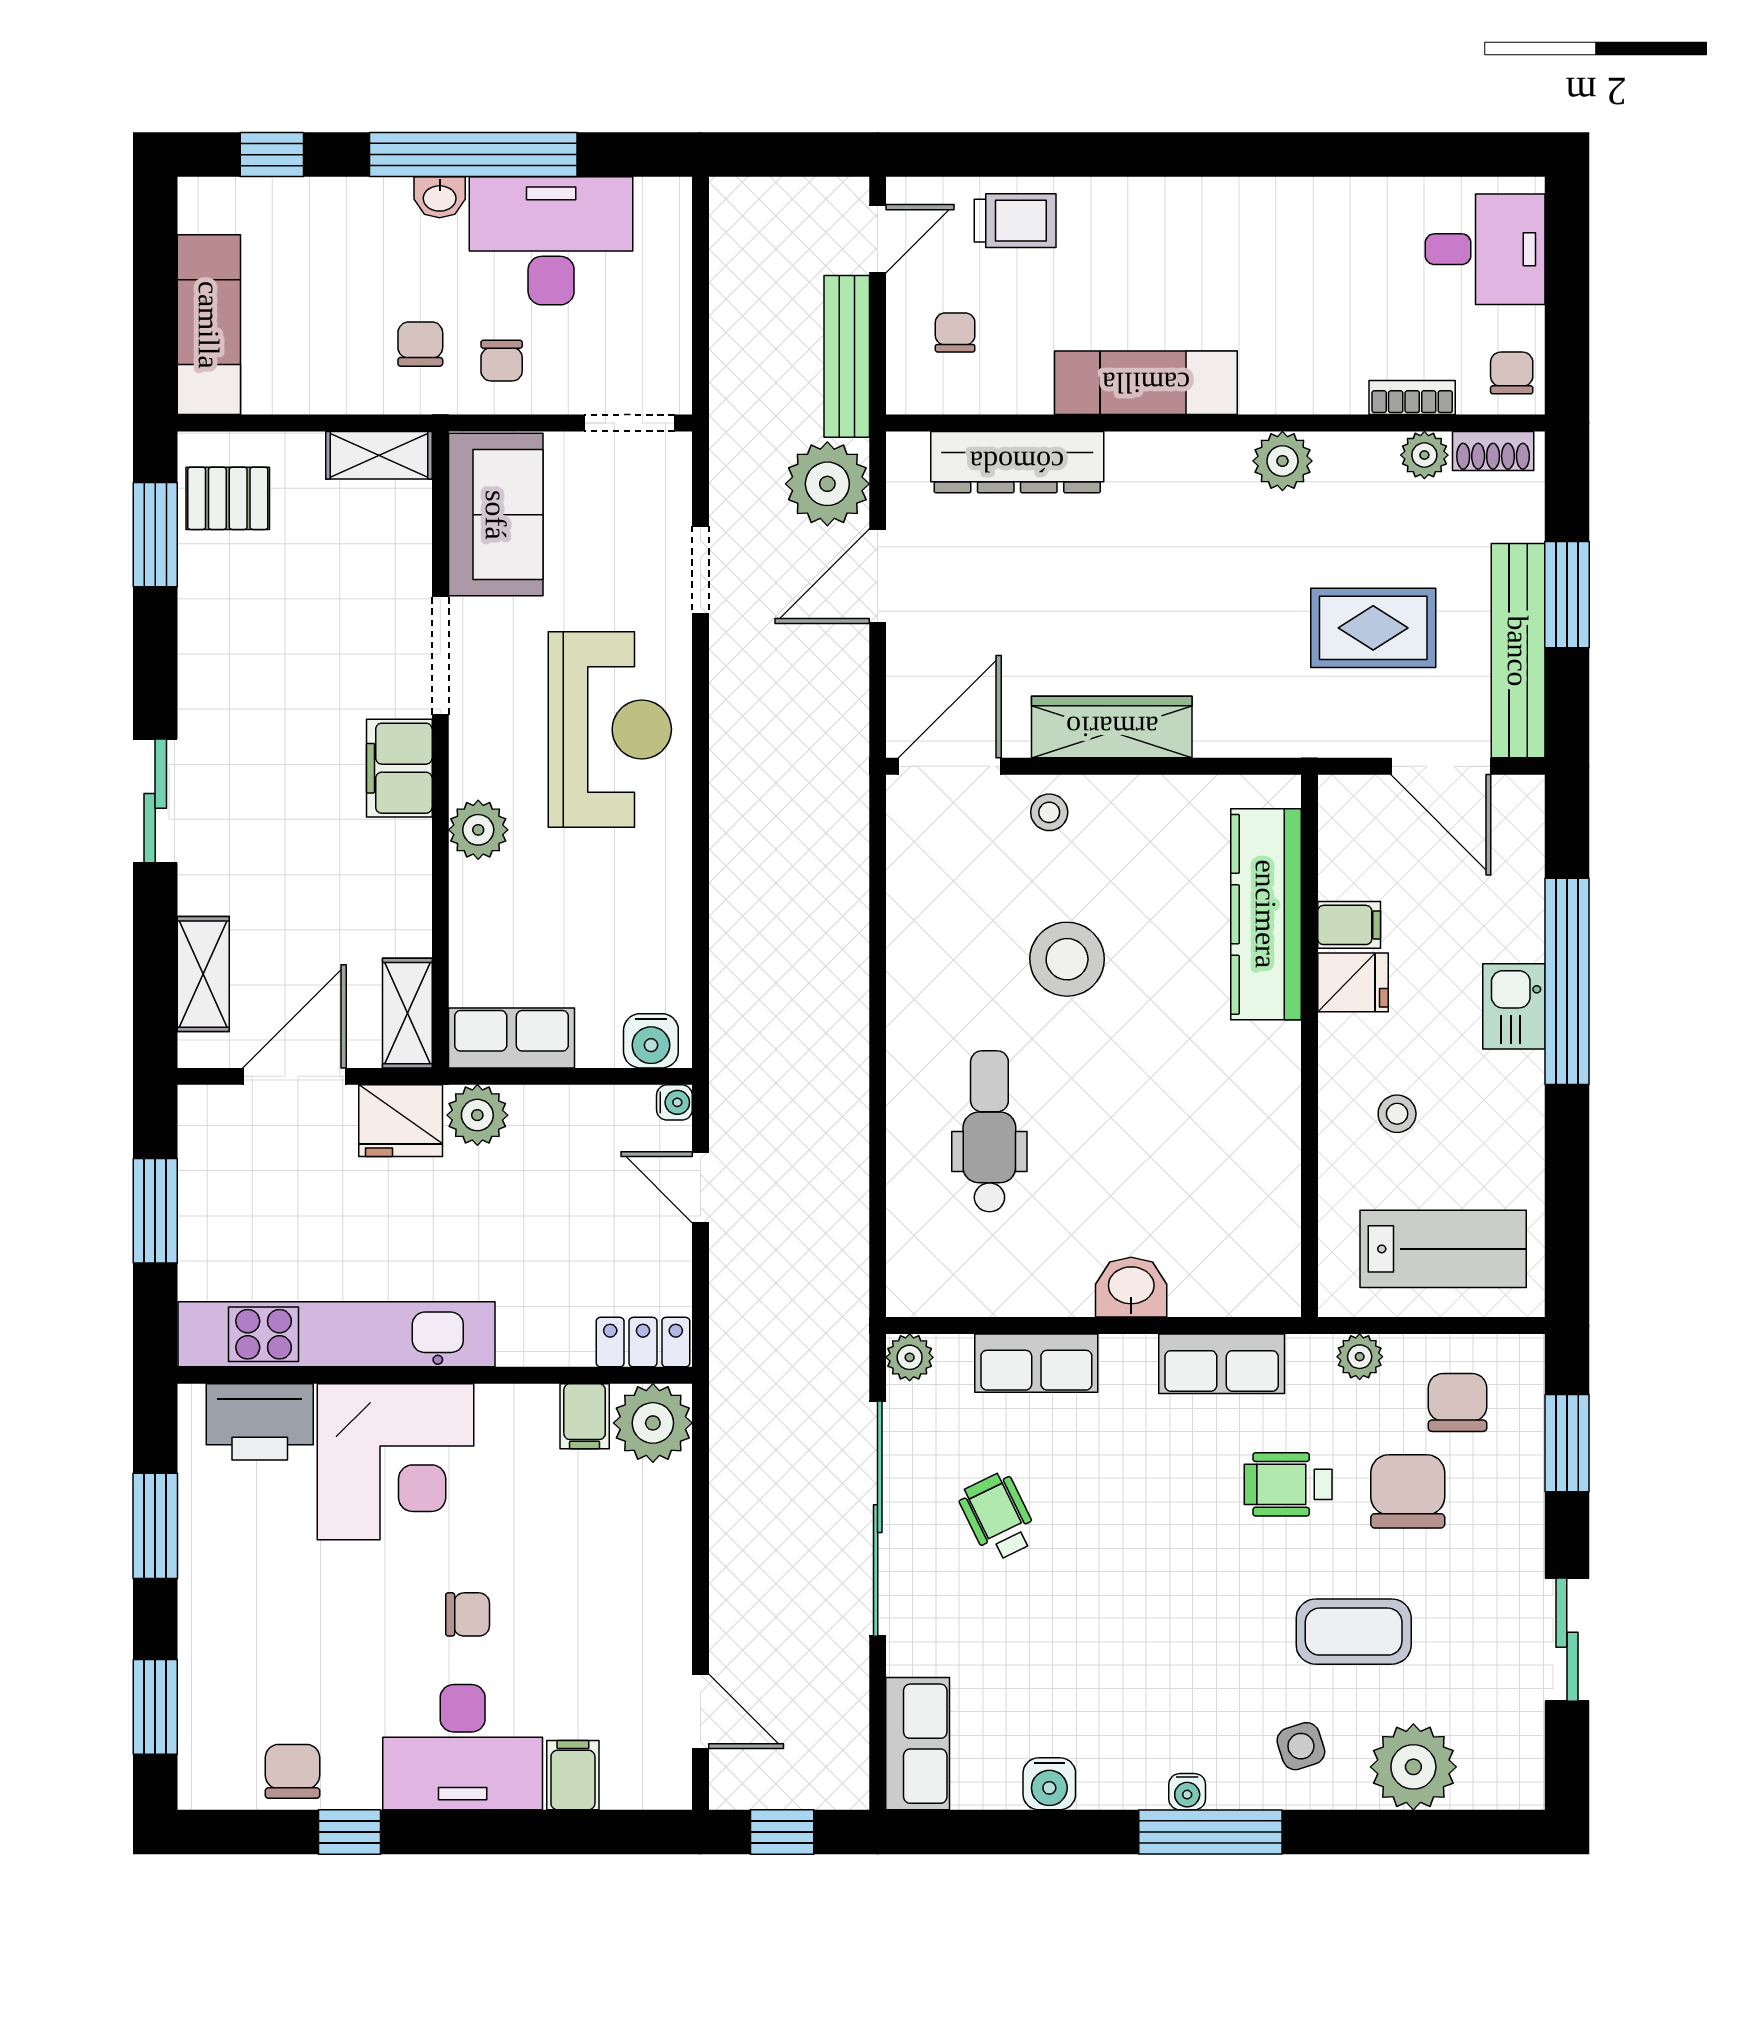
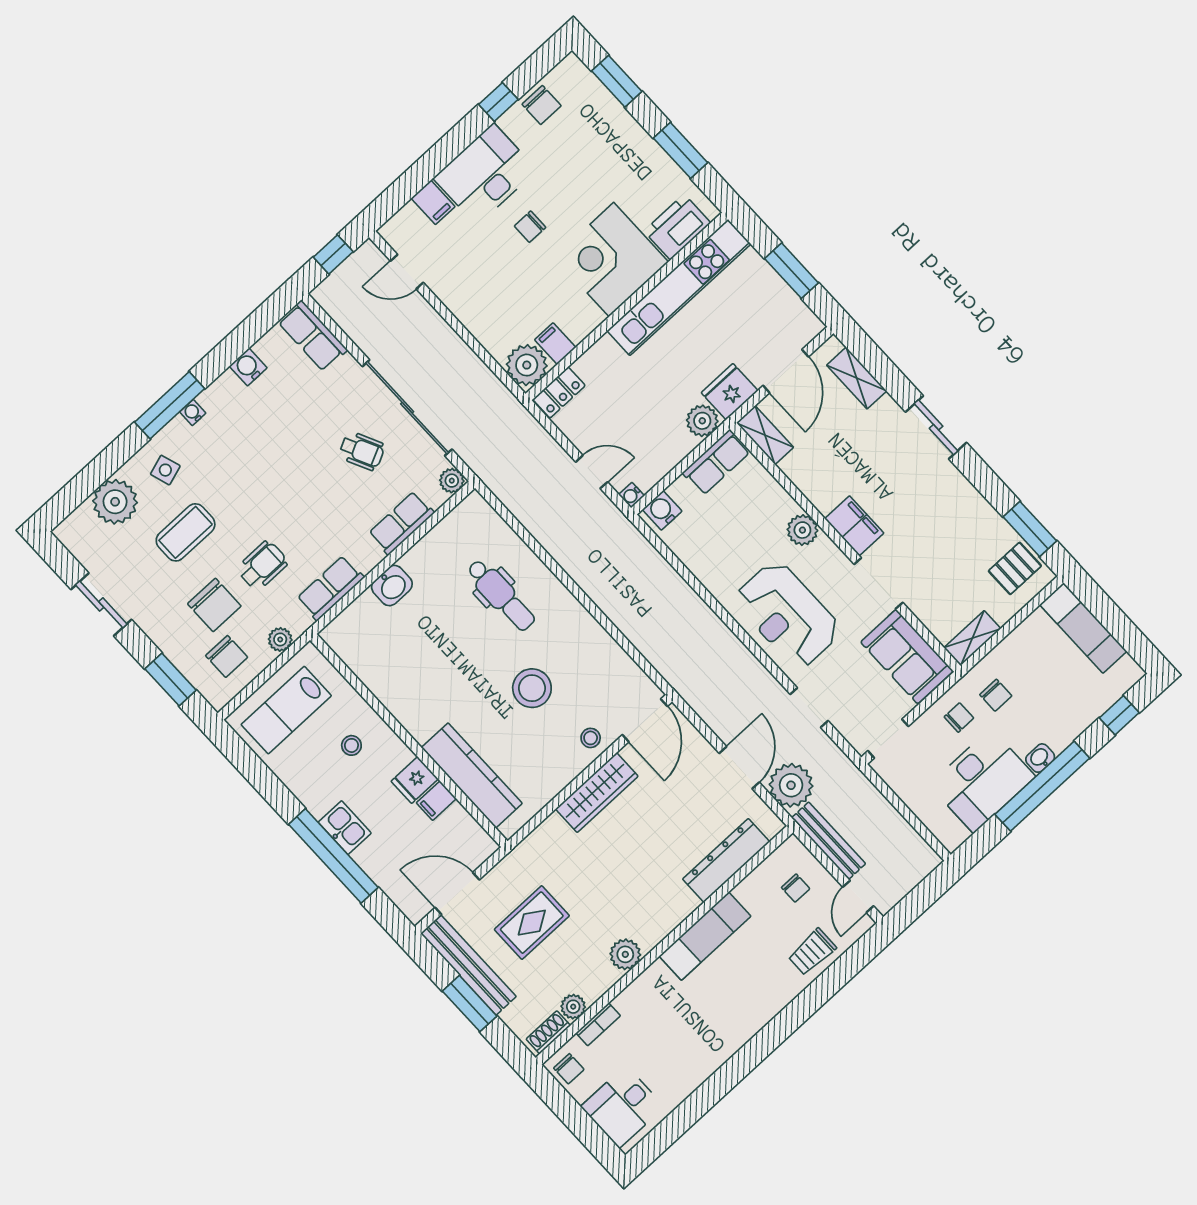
chair: (502, 361) -> (959, 717), turned 90

